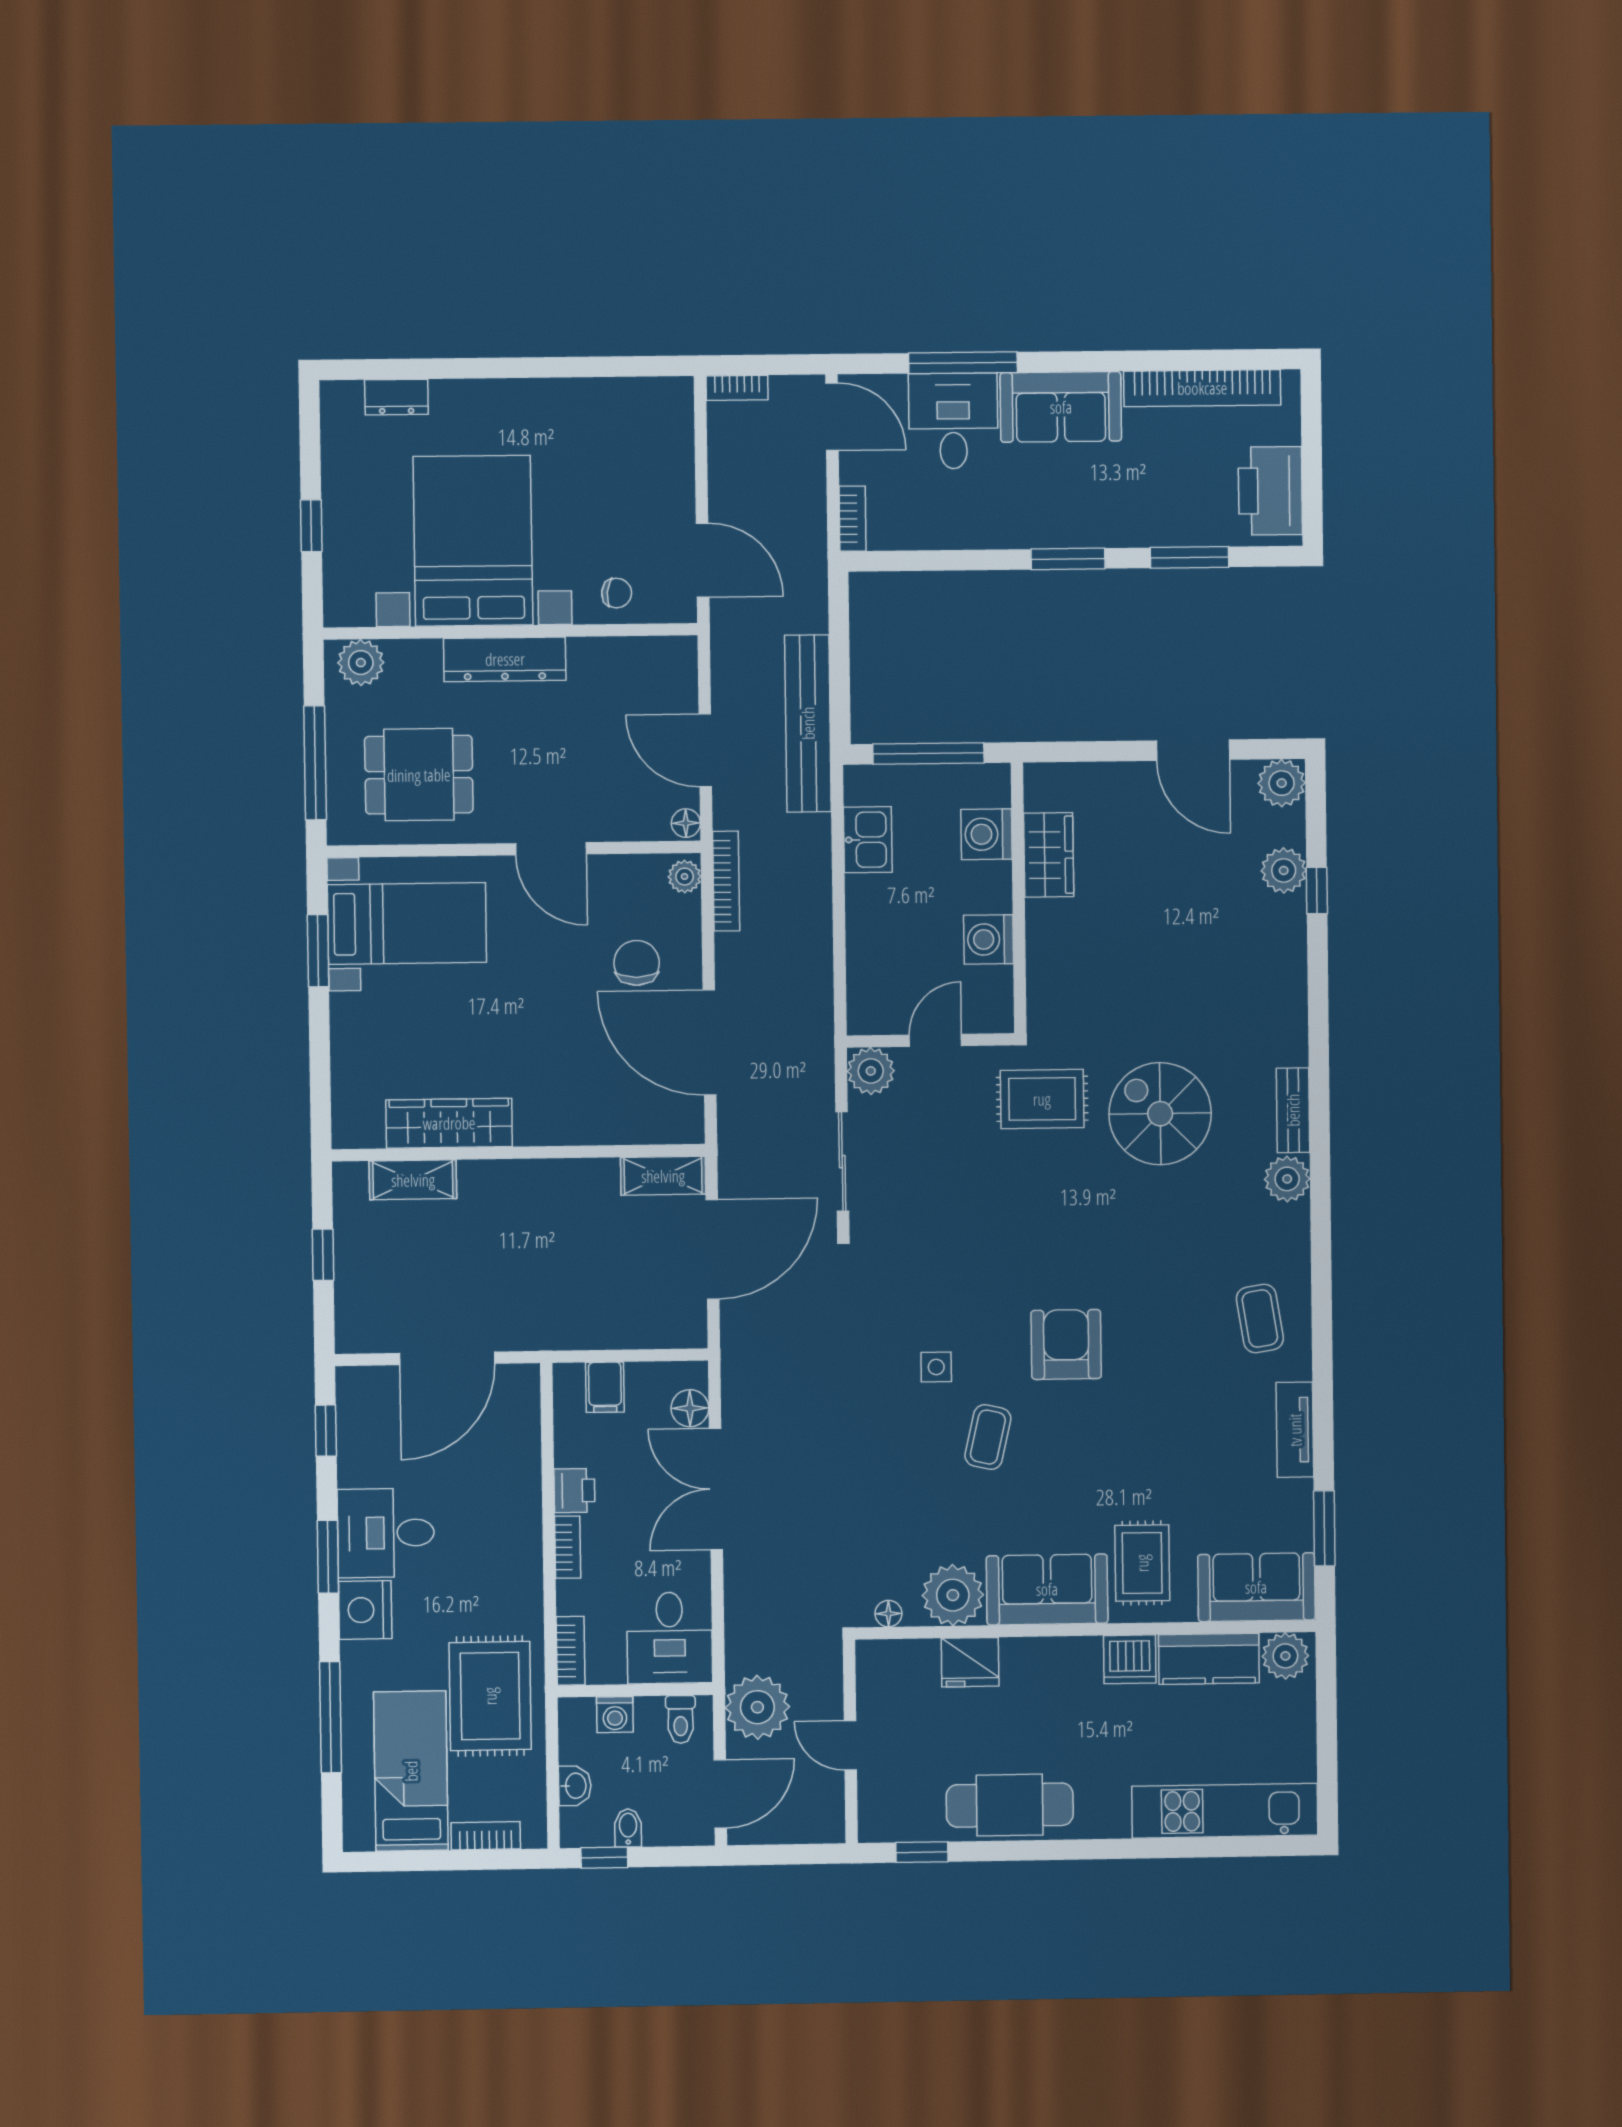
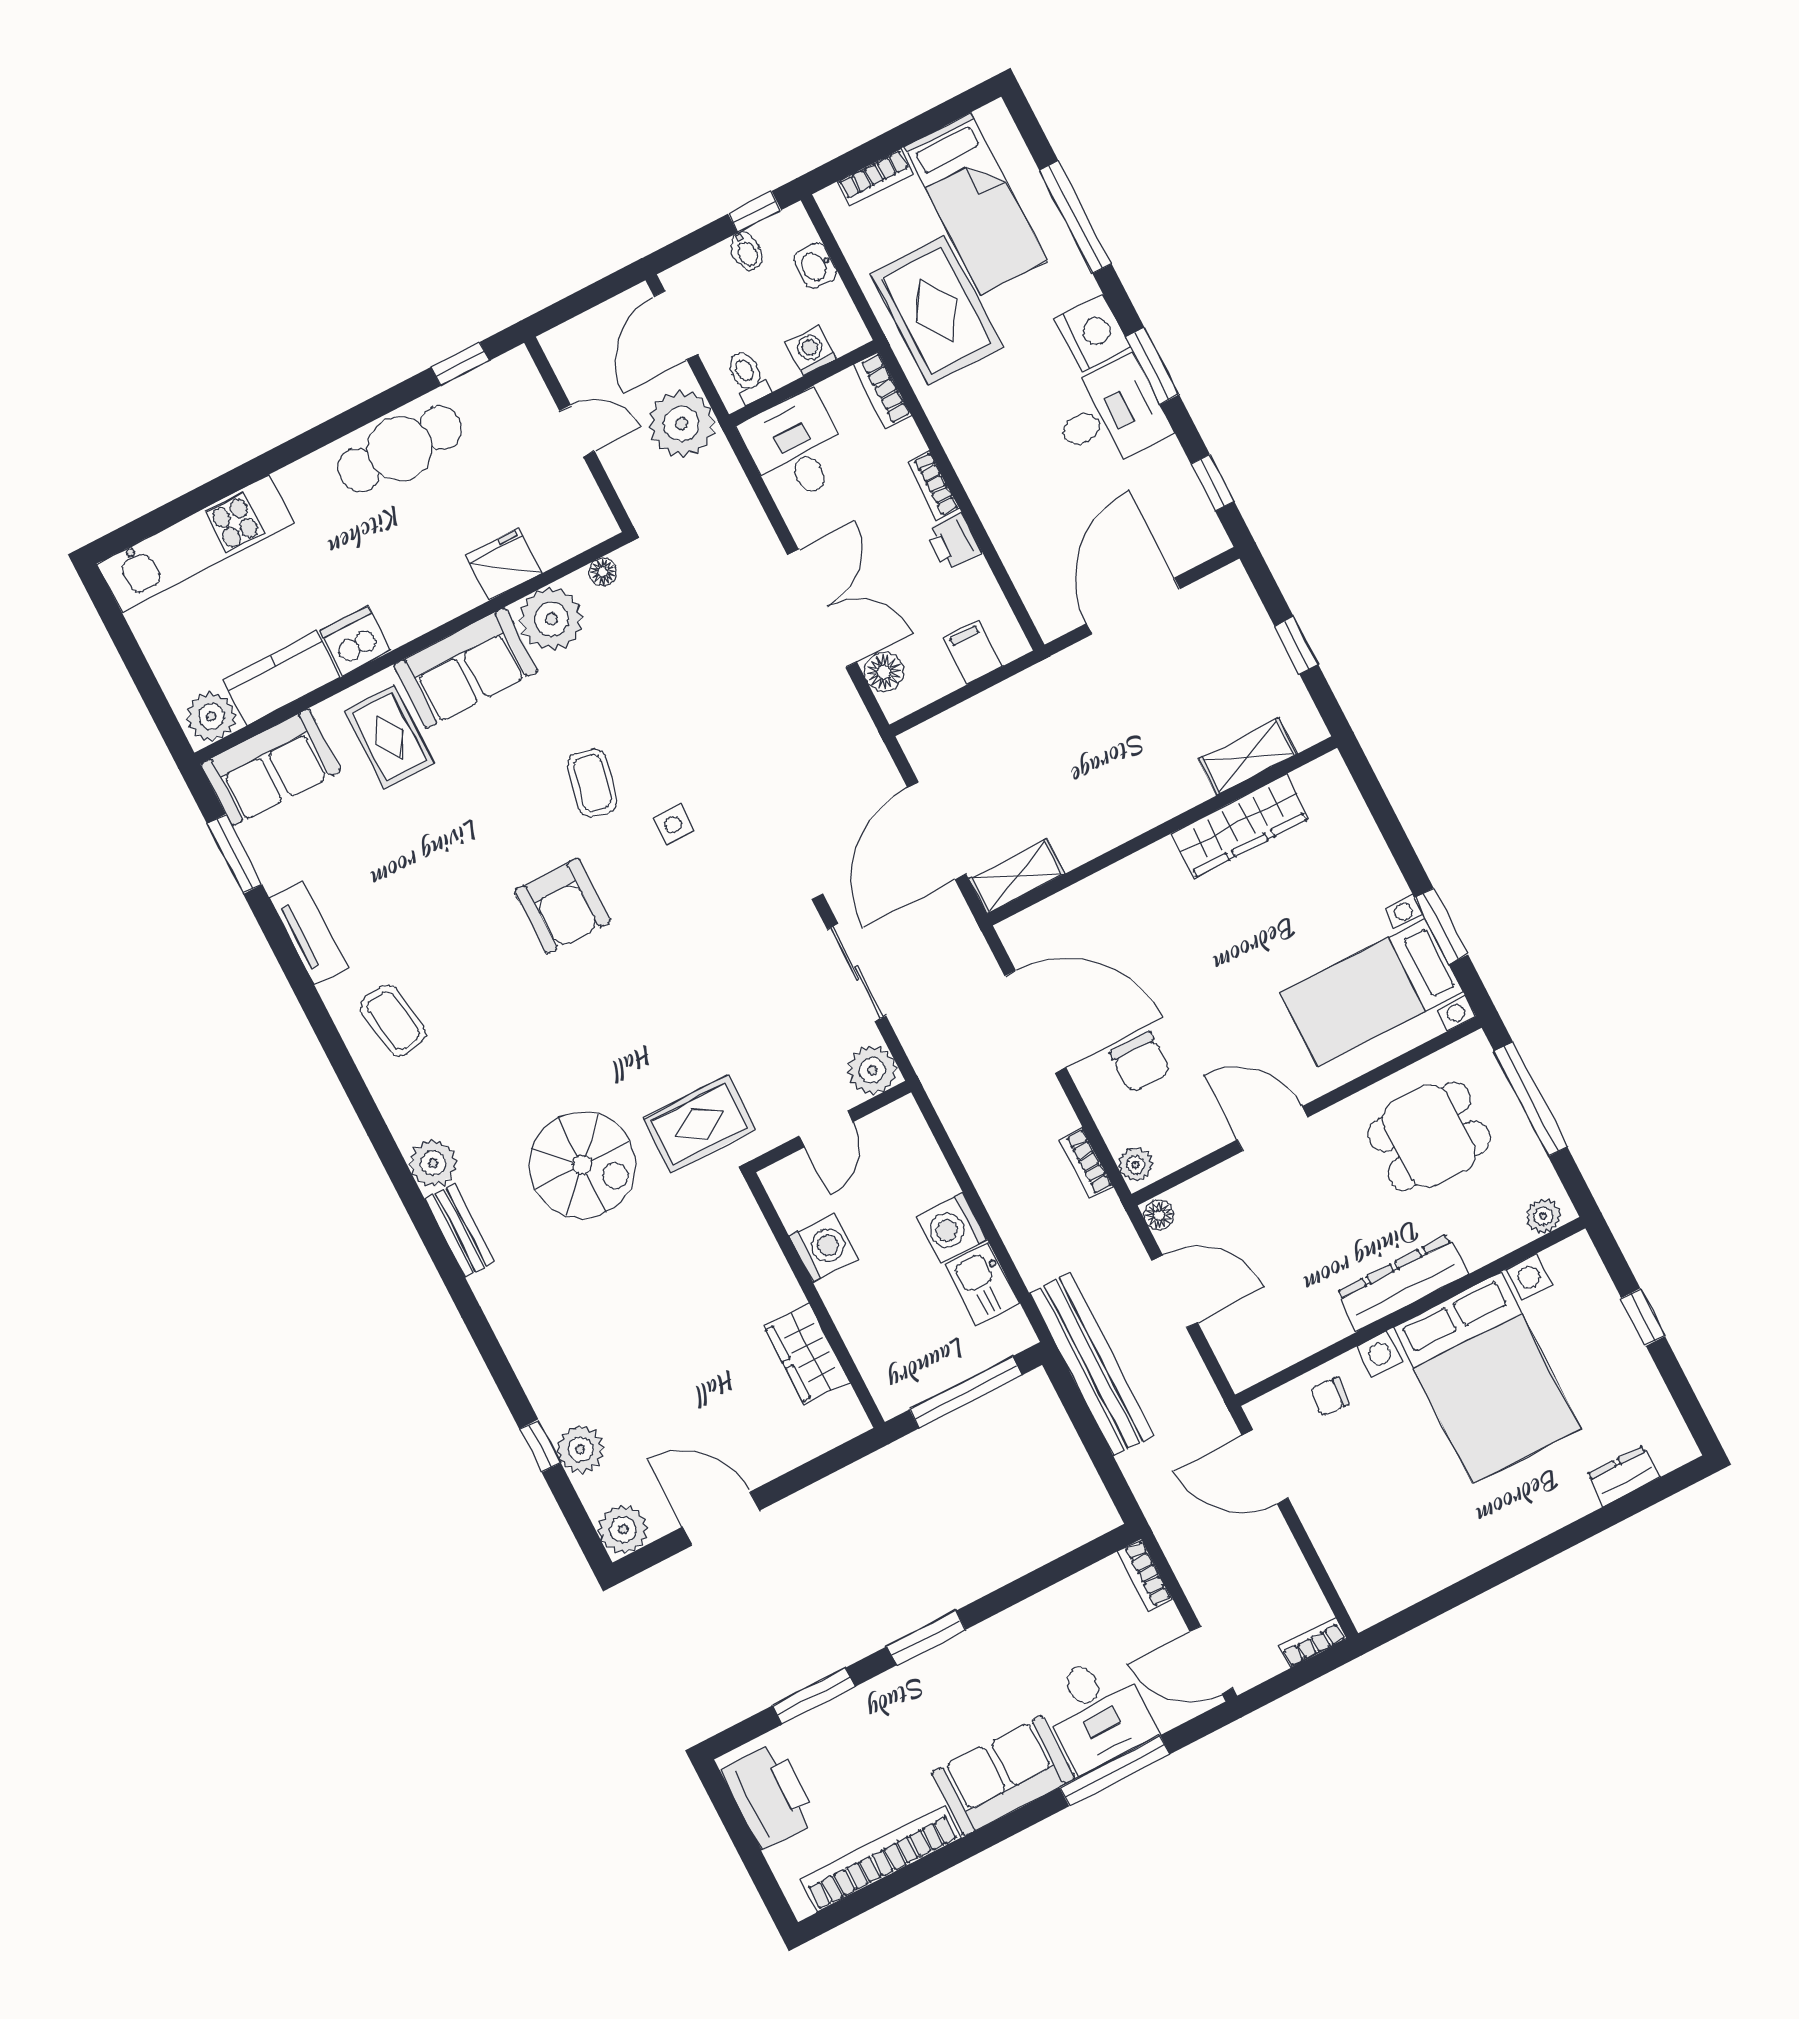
plant: (361, 663) -> (1543, 1216), width x0.73, depth x0.73
washing machine: (987, 834) -> (952, 1228), moved, turned 180
bookcase: (726, 881) -> (1086, 1163), width x0.64

